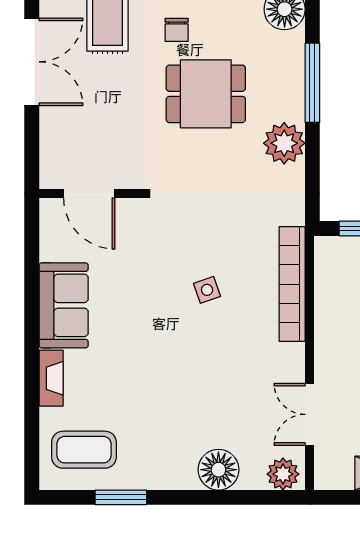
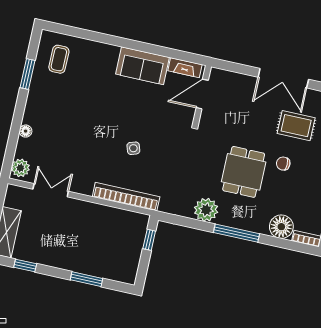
fireplace: (51, 378) -> (185, 68), moved
coffee table: (84, 450) -> (59, 59), width x0.73, depth x0.77
floor lamp: (218, 470) -> (26, 131), width x0.53, depth x0.53

